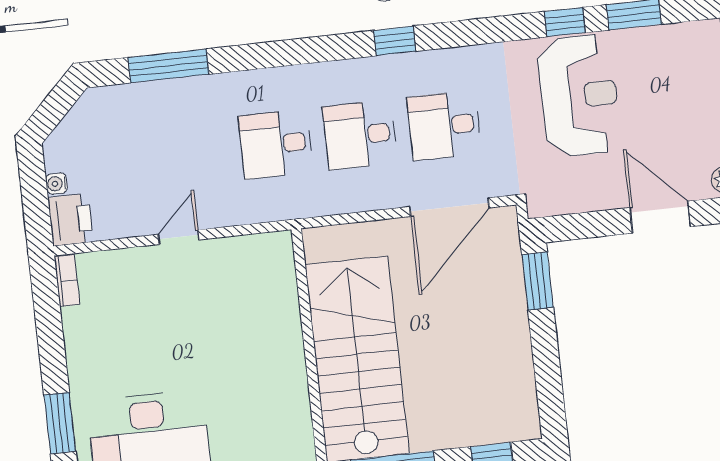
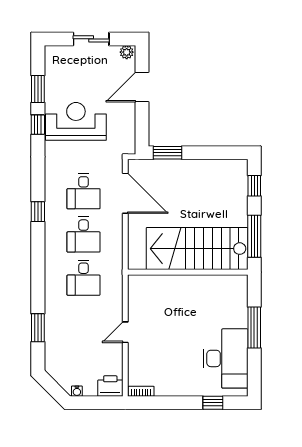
window: (168, 66) -> (38, 328), width x0.69
water cooler: (57, 184) -> (77, 391), moved
door: (179, 237) -> (125, 332), hinge flipped
window: (60, 423) -> (213, 403), width x0.67

